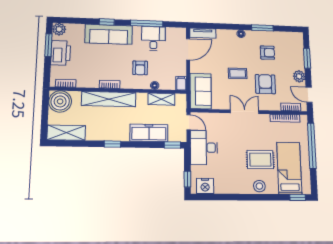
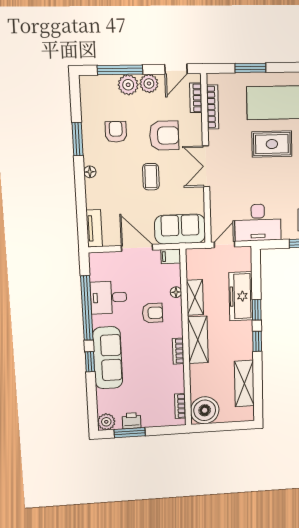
window: (147, 23) -> (87, 308), width x1.46
door: (188, 49) -> (137, 248), moved
printer: (61, 53) -> (132, 421), width x0.53, depth x0.68
window: (307, 58) -> (120, 70), width x1.44
plant: (298, 63) -> (128, 85), added
armchair: (265, 84) -> (164, 136), turned 180
shelving: (109, 99) -> (198, 340), width x0.68
shelving: (161, 99) -> (195, 297), moved
shelving: (66, 133) -> (244, 383), moved
window: (172, 145) -> (257, 310), moved
window: (312, 146) -> (250, 68), width x0.47
rug: (260, 160) -> (272, 144), turned 90

